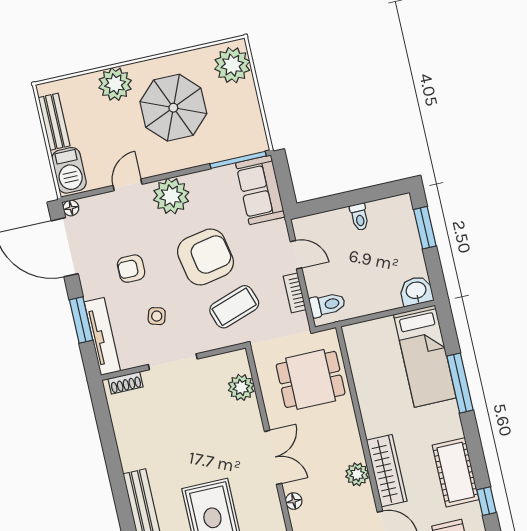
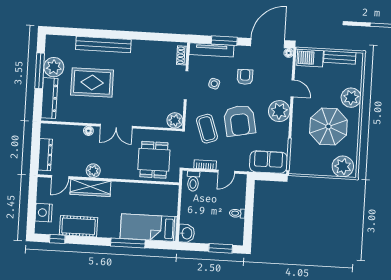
plant: (241, 387) -> (175, 120), moved

